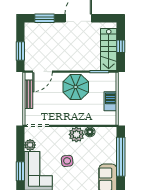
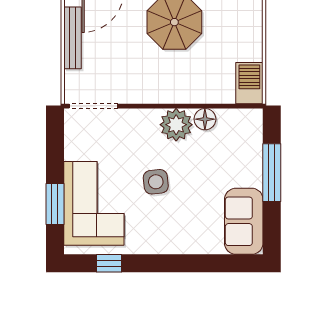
barbecue: (110, 101) -> (249, 83), moved
plant: (30, 145) -> (76, 147), removed
window: (121, 157) -> (272, 173), width x0.68

